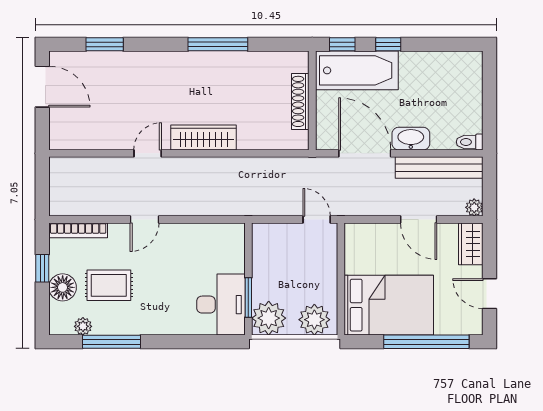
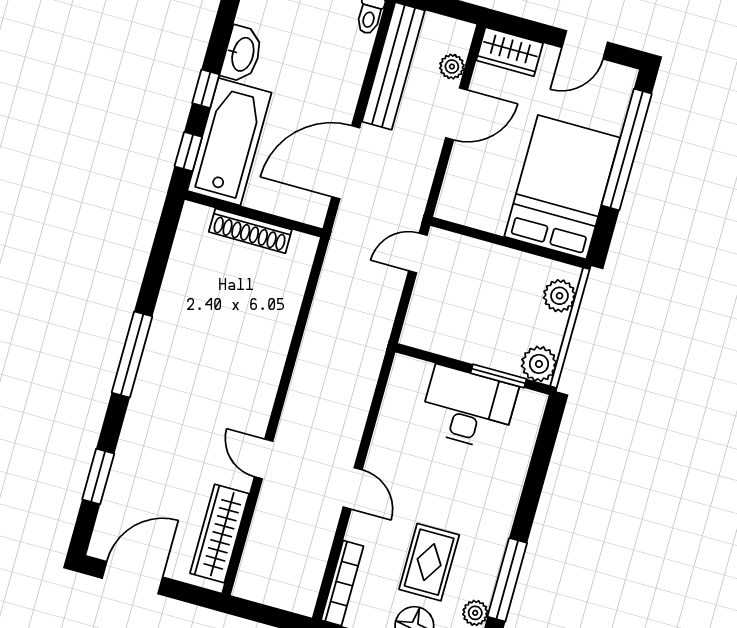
window: (218, 44) -> (132, 355), moved
wardrobe: (204, 138) -> (219, 534), moved
washbasin: (411, 139) -> (242, 54), moved, turned 180
plant: (474, 207) -> (452, 67), moved
desk: (221, 305) -> (468, 408), moved
plant: (269, 318) -> (539, 364), width x0.73, depth x0.73
plant: (314, 320) -> (560, 296), width x0.73, depth x0.73

